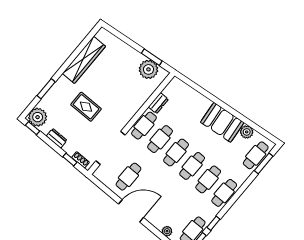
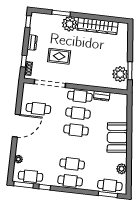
rug: (86, 107) -> (59, 56), moved, turned 90
plant: (38, 117) -> (70, 24), moved
booth: (222, 122) -> (117, 138), moved
cafe table: (192, 166) -> (74, 147), removed
door: (131, 211) -> (16, 126), hinge flipped

